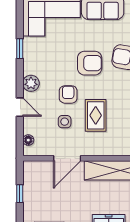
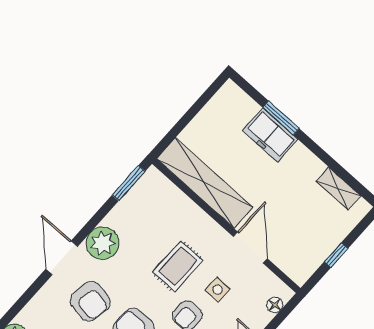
door: (67, 158) -> (250, 247), hinge flipped

